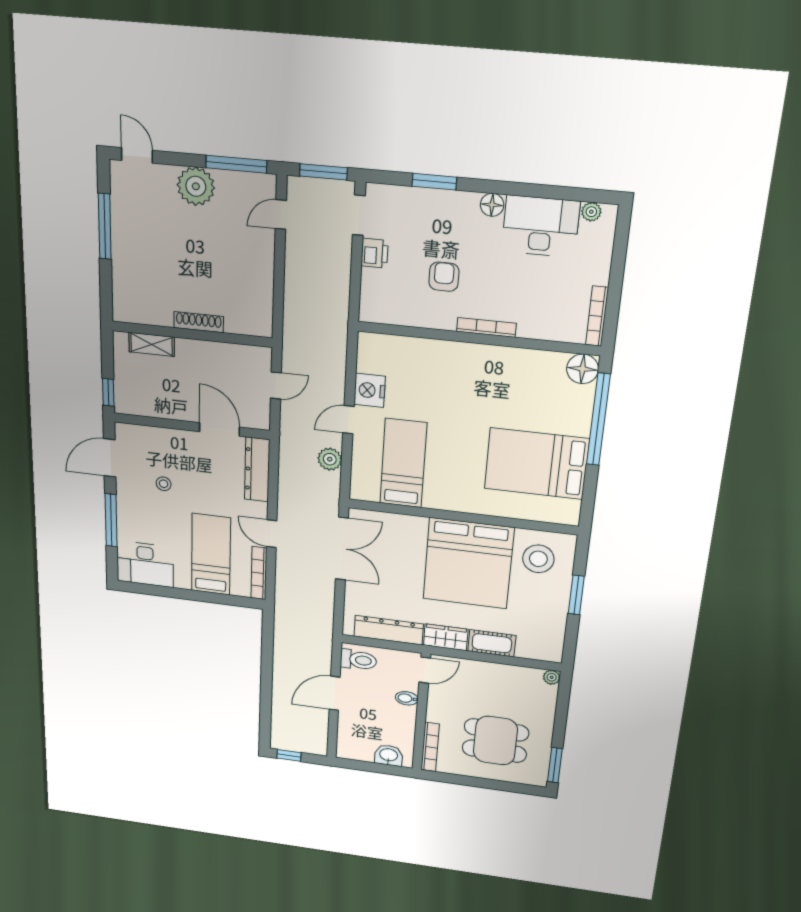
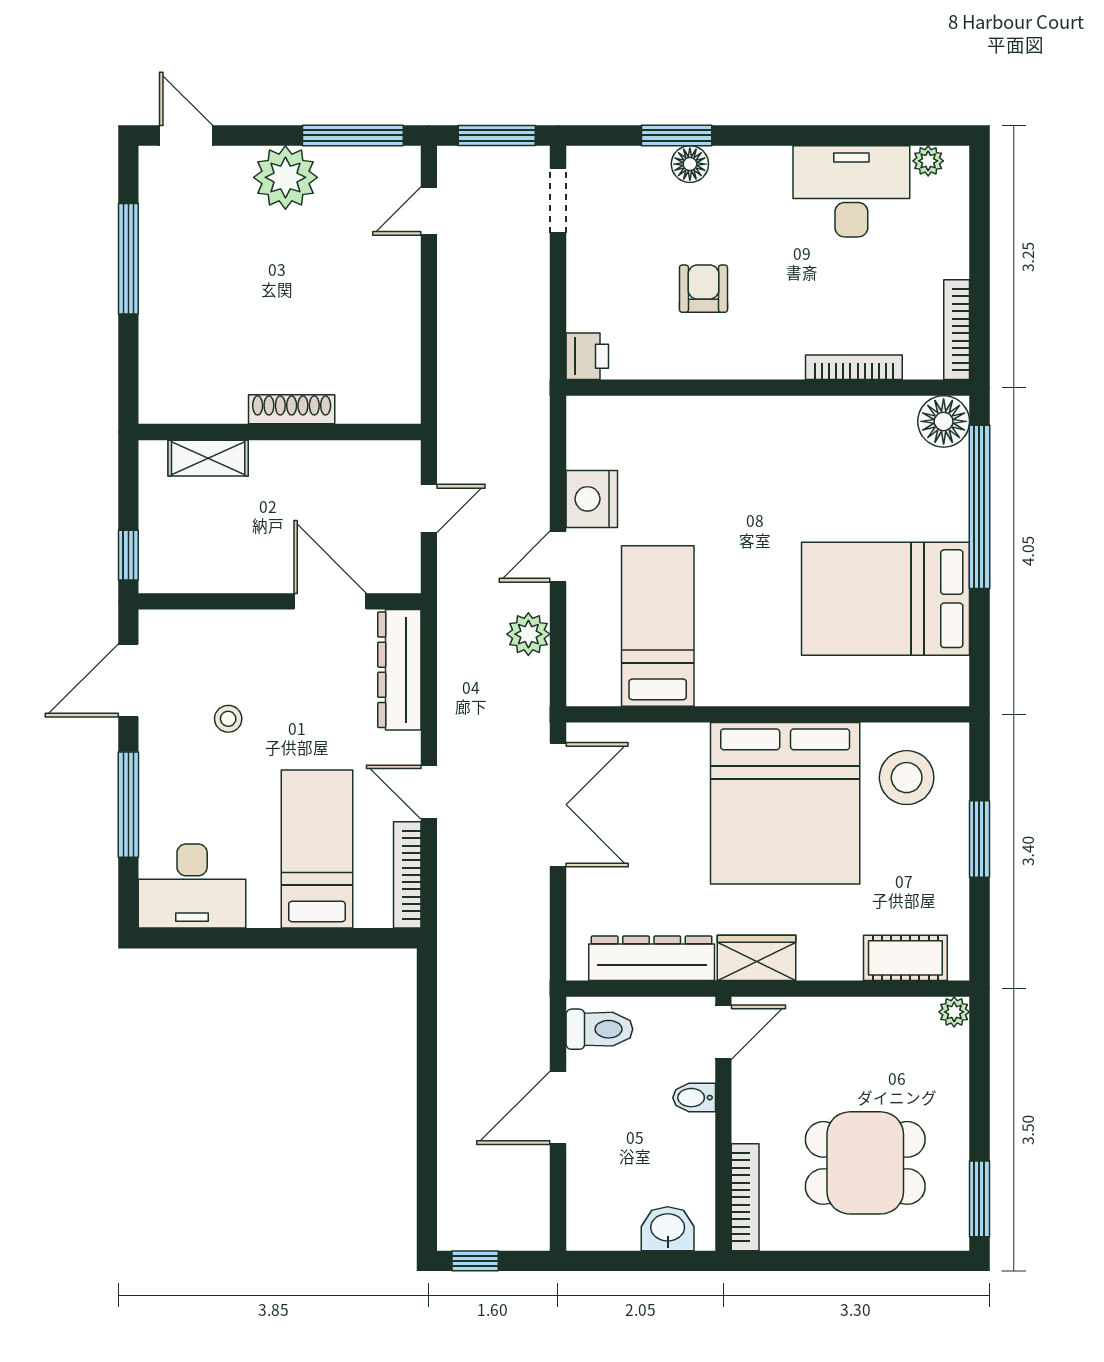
floor lamp: (492, 205) -> (690, 164), moved
printer: (375, 253) -> (587, 356), moved
bookcase: (486, 327) -> (854, 367), moved
cot: (492, 643) -> (905, 958), moved

